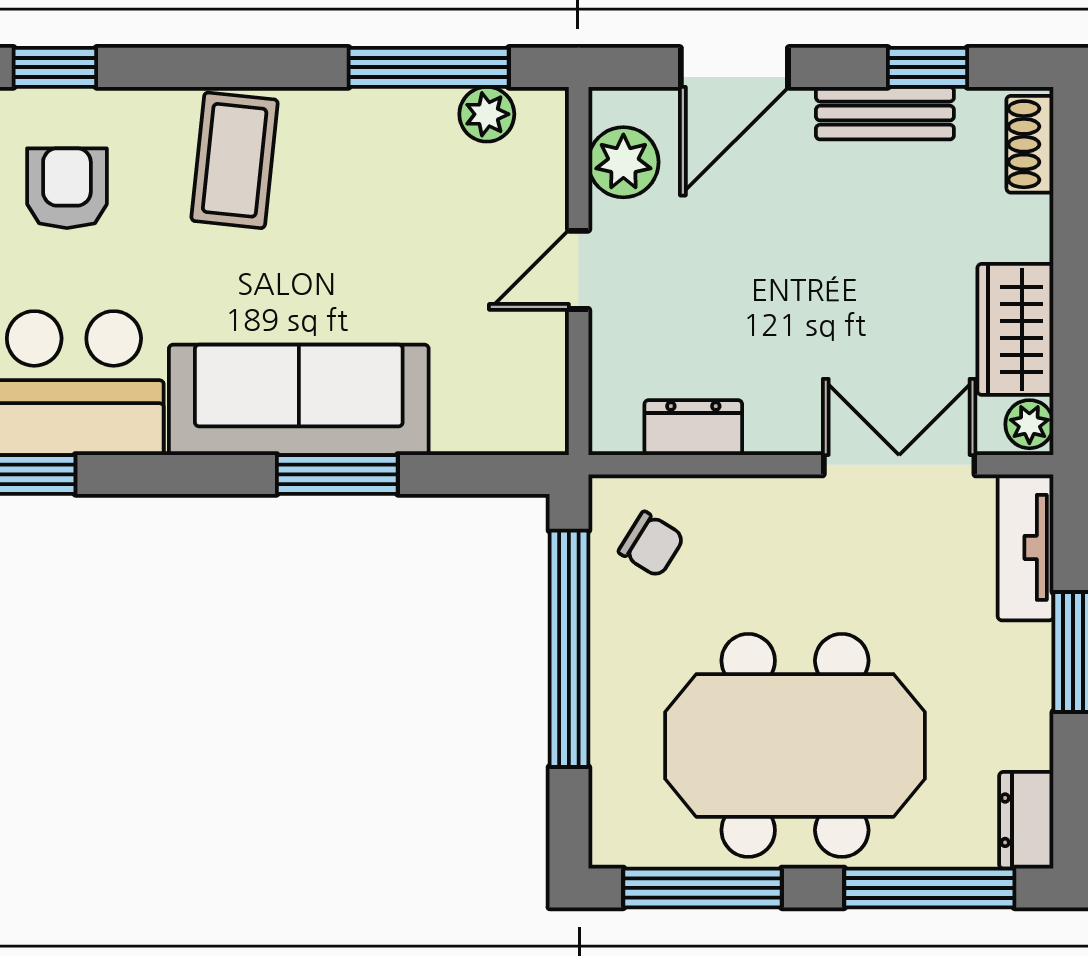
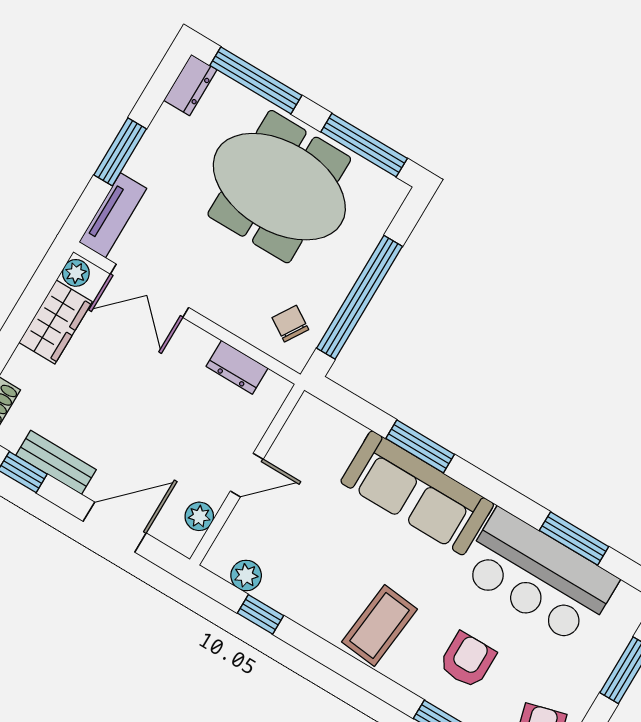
window: (429, 67) -> (260, 614), width x0.46
plant: (623, 162) -> (199, 516), width x0.73, depth x0.73
armchair: (67, 188) -> (467, 660), turned 180

